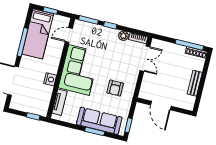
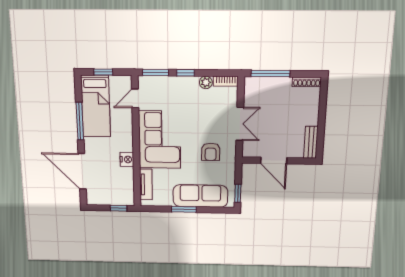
window: (189, 45) -> (270, 73), moved
double door: (145, 59) -> (240, 124), moved
bench: (195, 83) -> (311, 142), moved
window: (95, 131) -> (184, 209), moved

